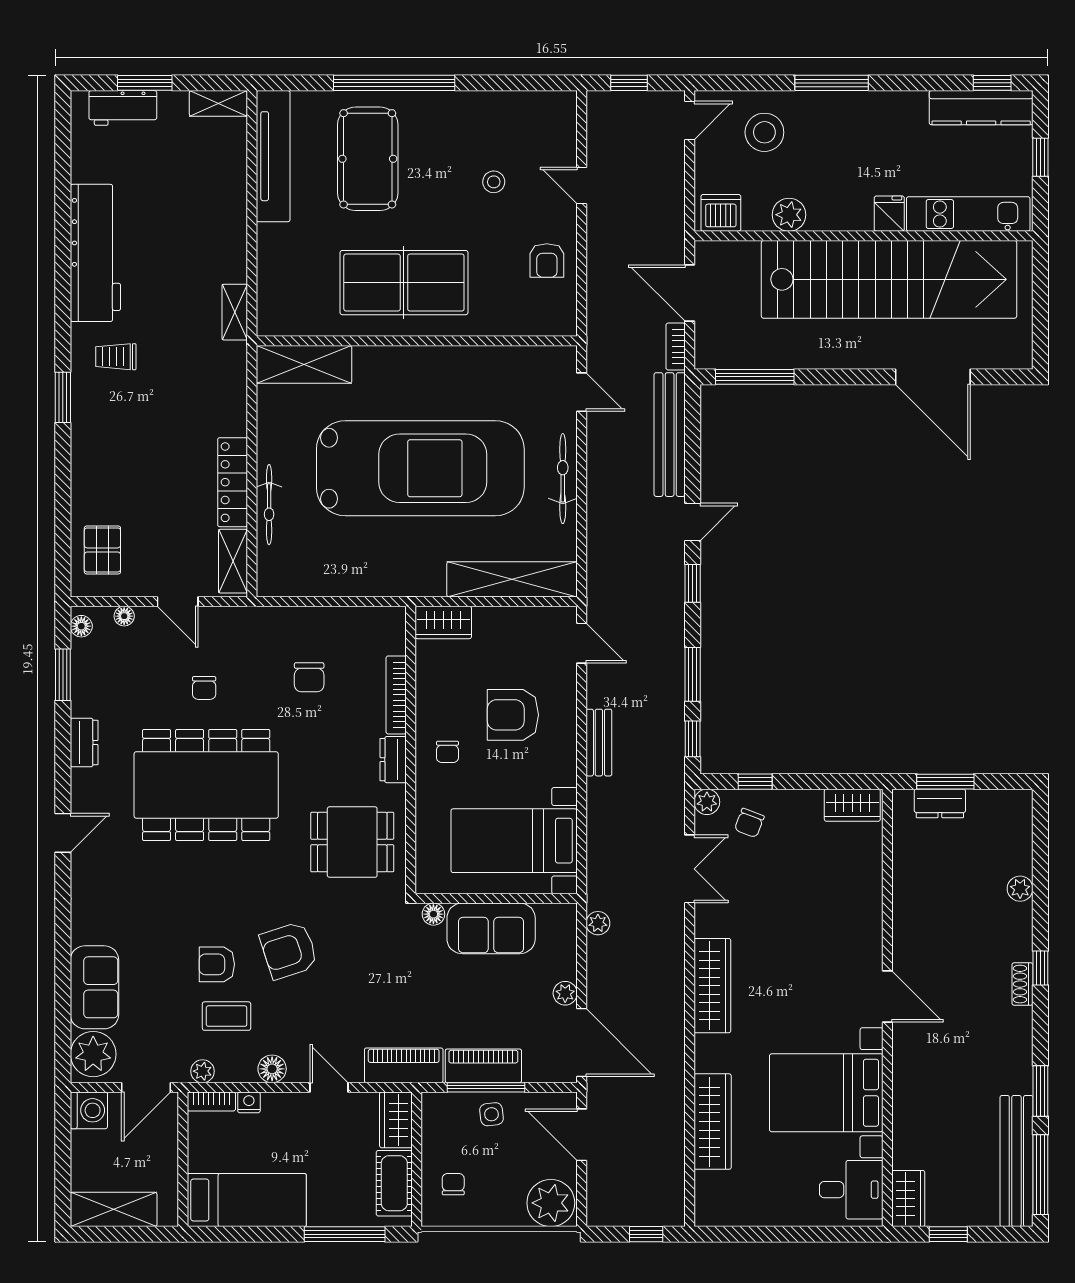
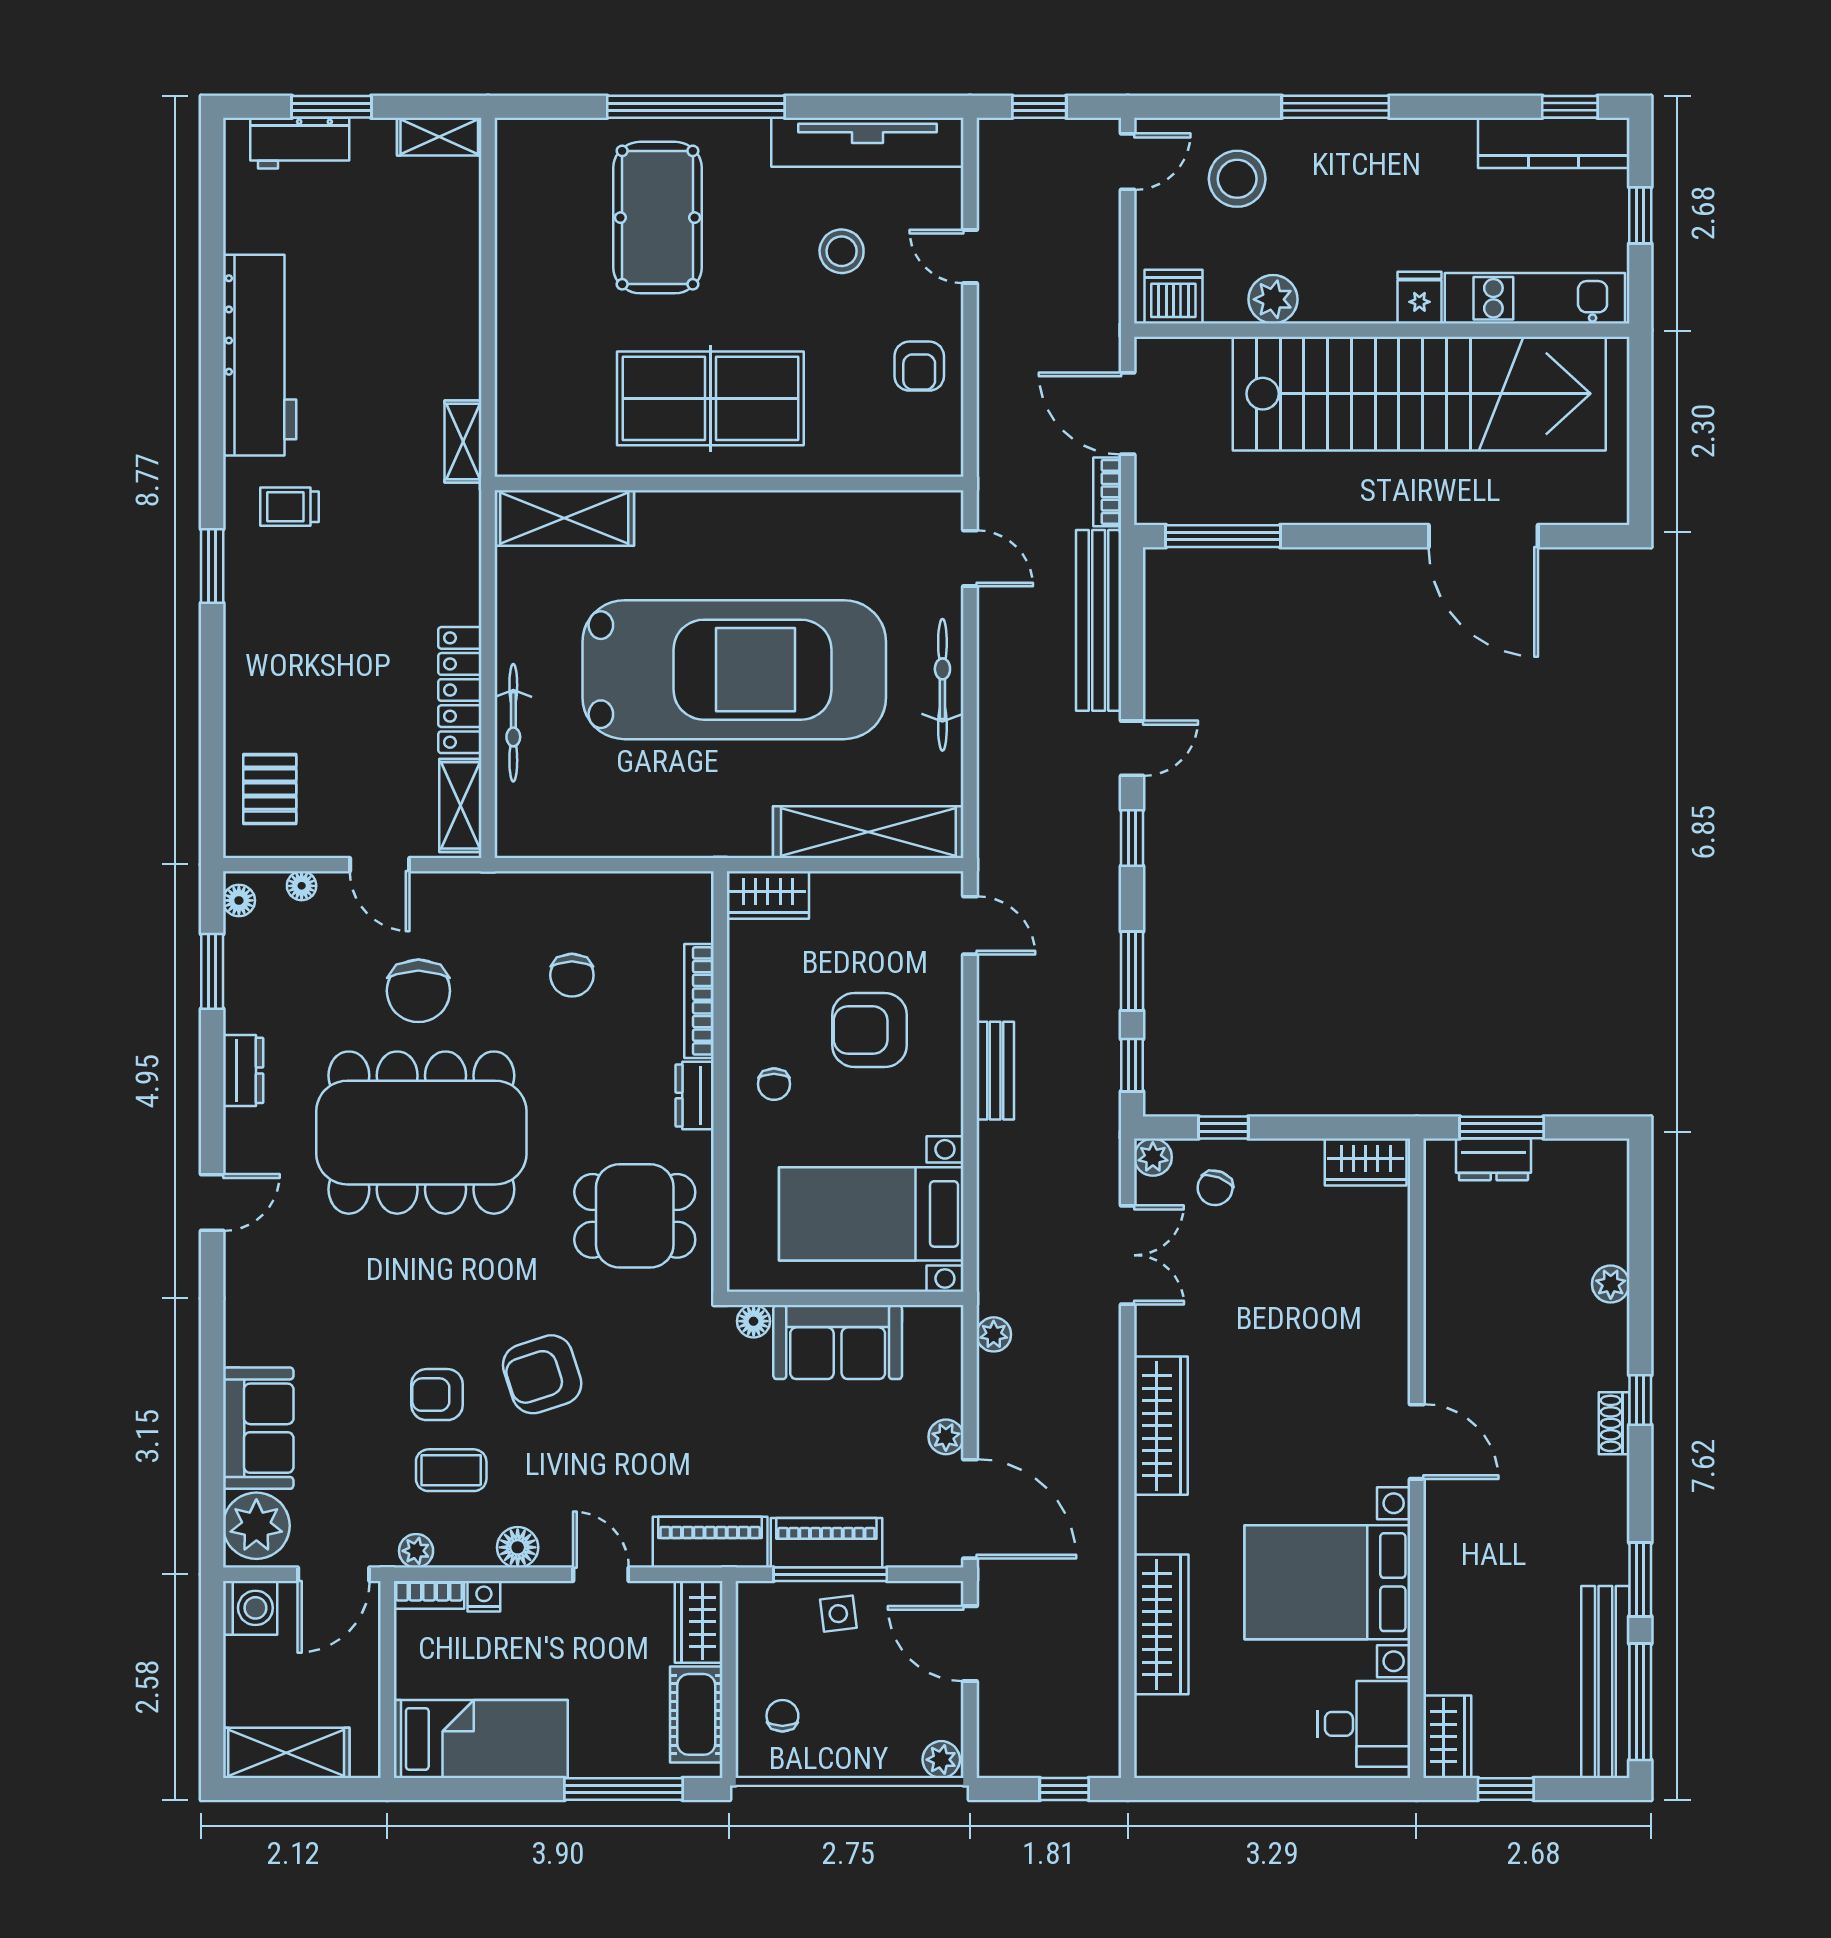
tv unit: (273, 156) -> (867, 142), moved, turned 90
stool: (494, 182) -> (842, 251), width x1.37, depth x1.37
chair: (204, 688) -> (418, 991), width x1.87, depth x1.87
plant: (551, 1203) -> (941, 1760), width x0.53, depth x0.53

